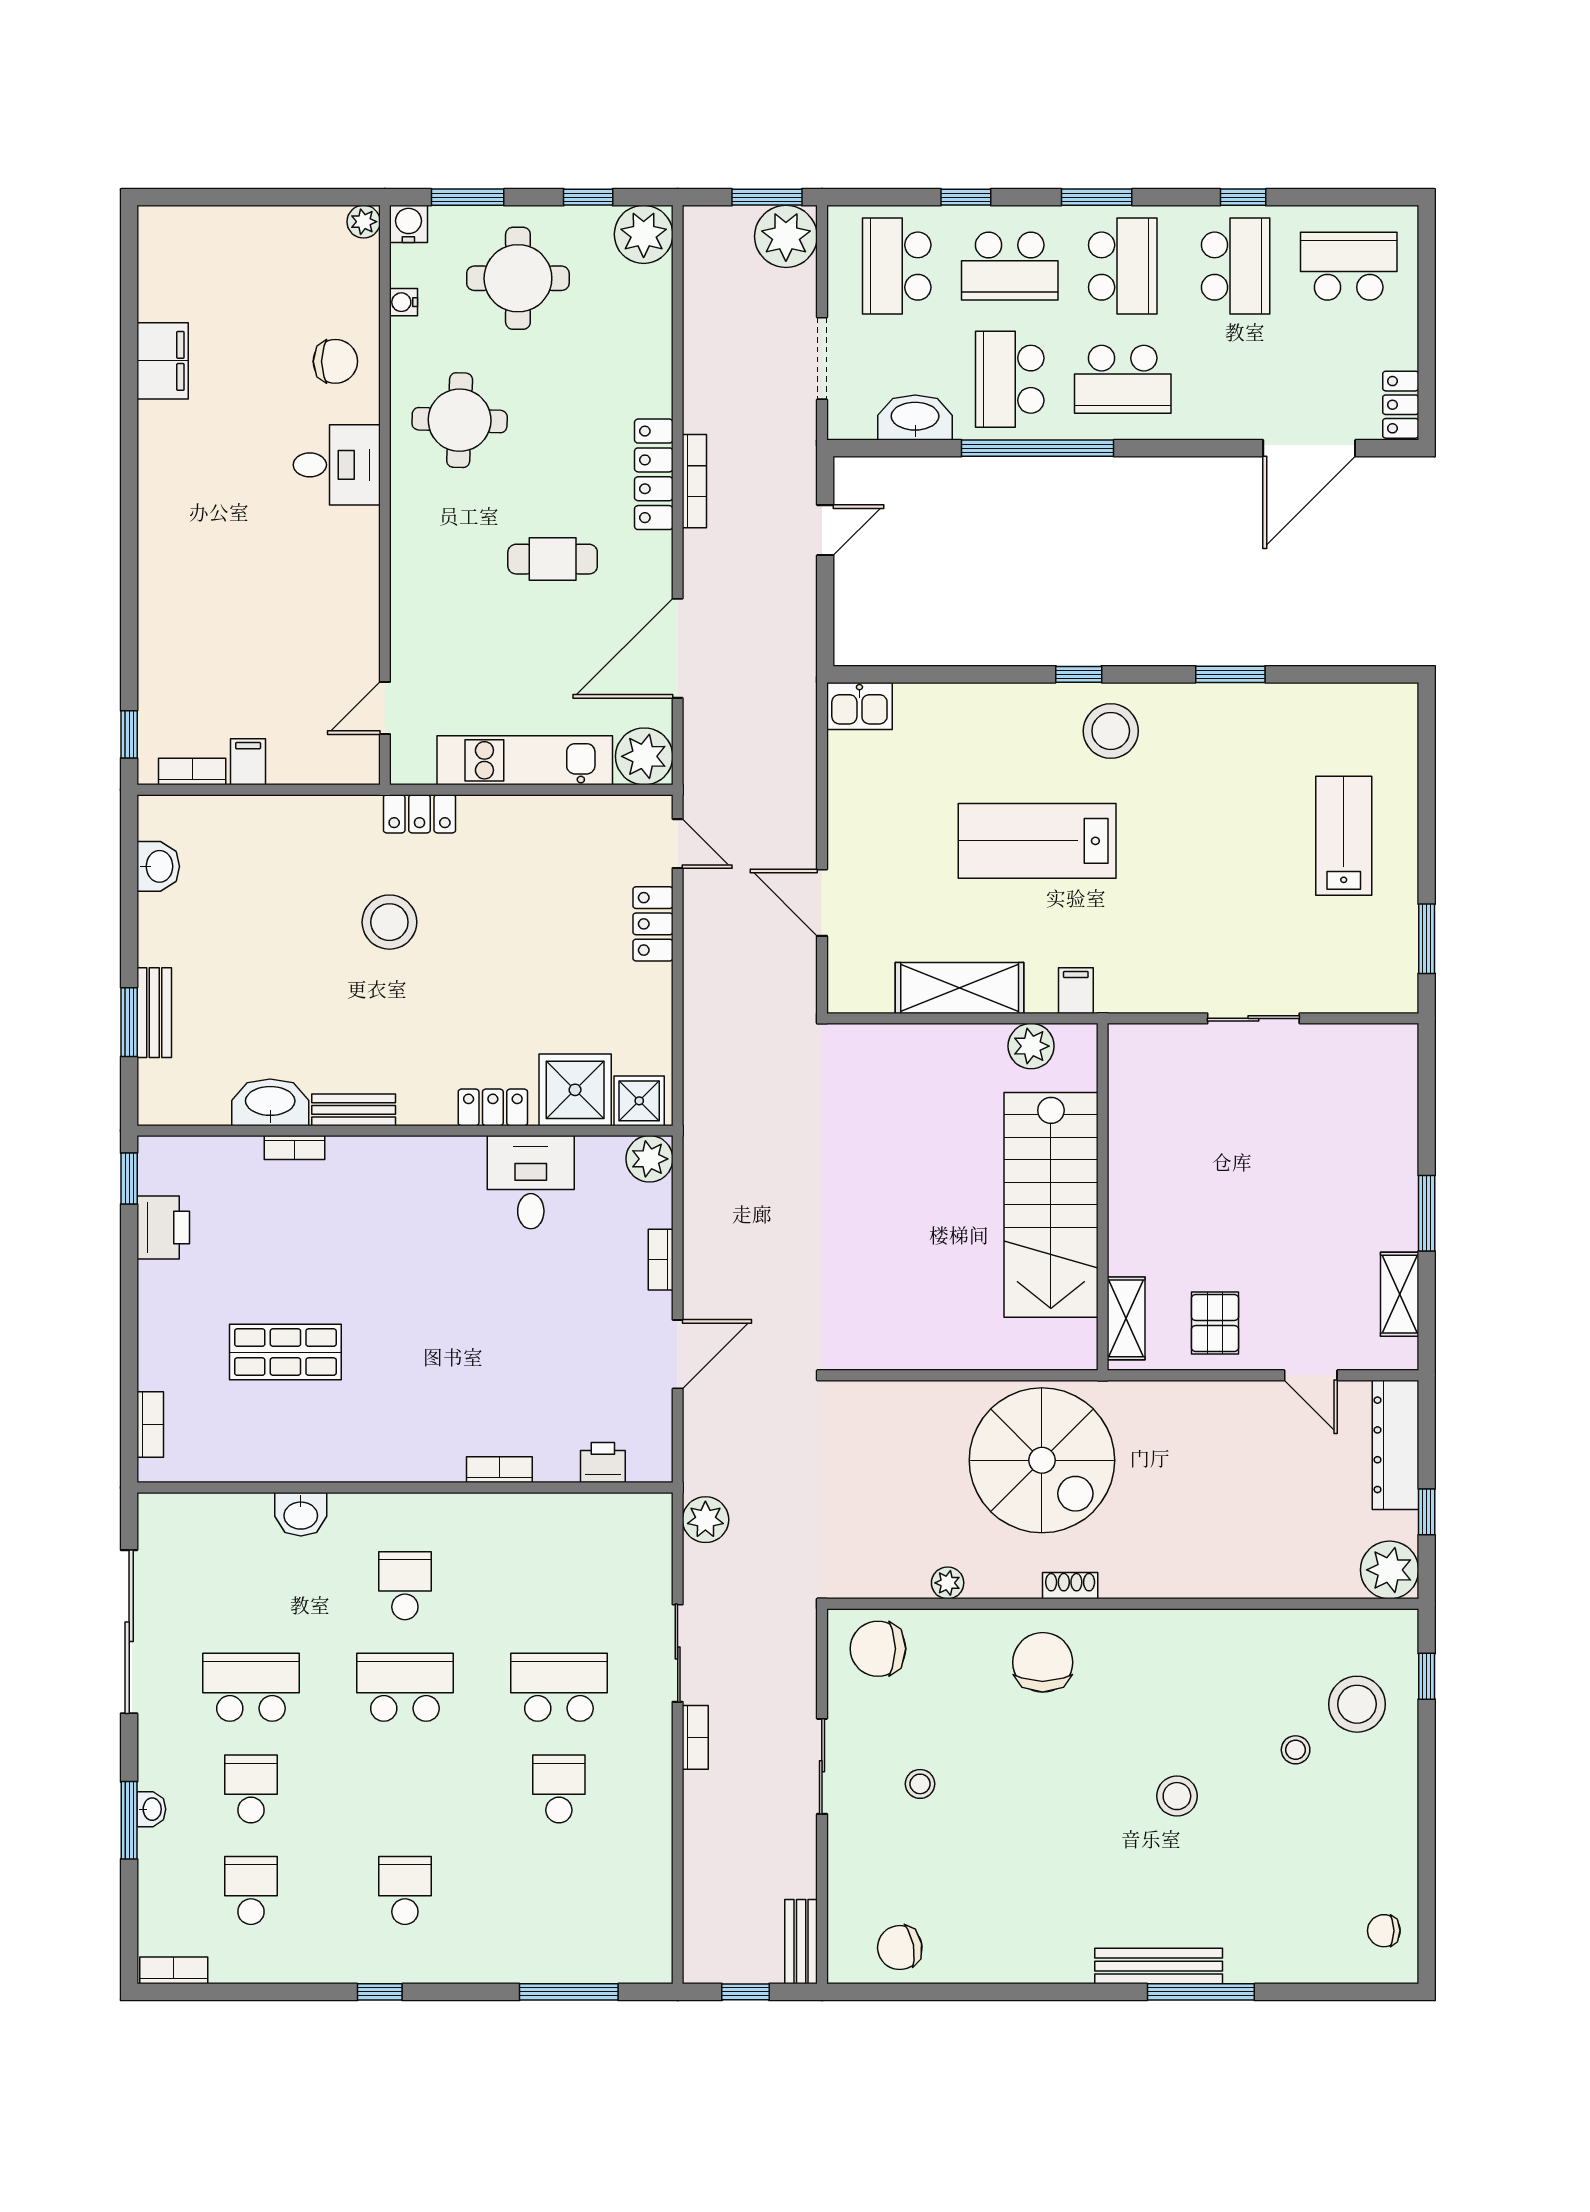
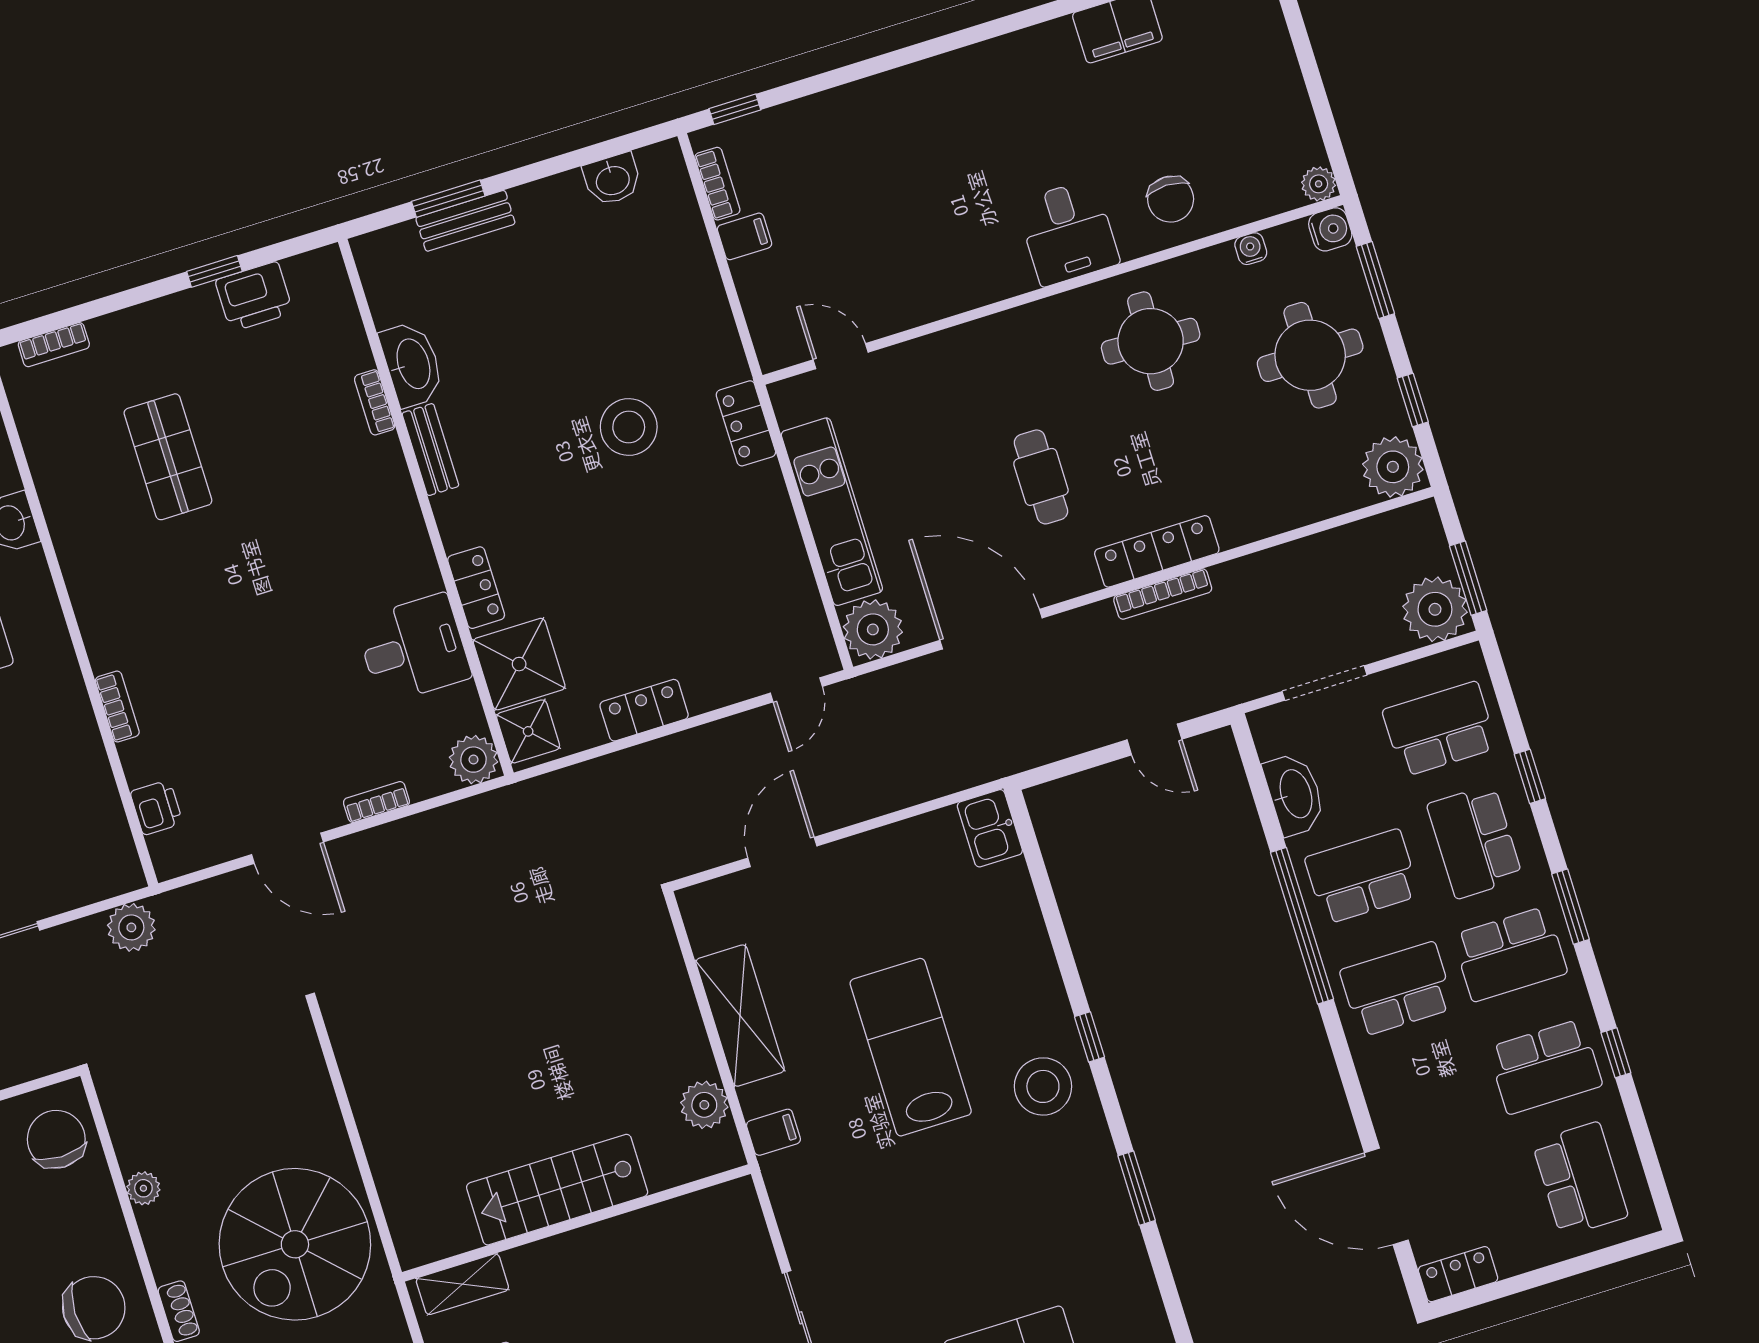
school desk: (1123, 379) -> (1397, 989), turned 90
locker: (653, 924) -> (644, 710), moved
window: (129, 1179) -> (214, 271), moved
stairs: (1051, 1205) -> (557, 1190), width x0.73, depth x0.66

